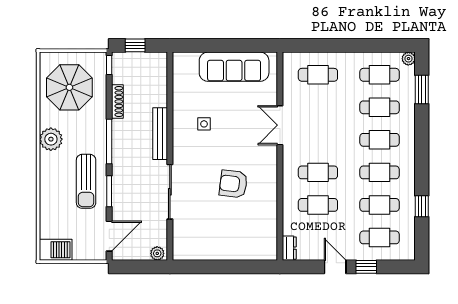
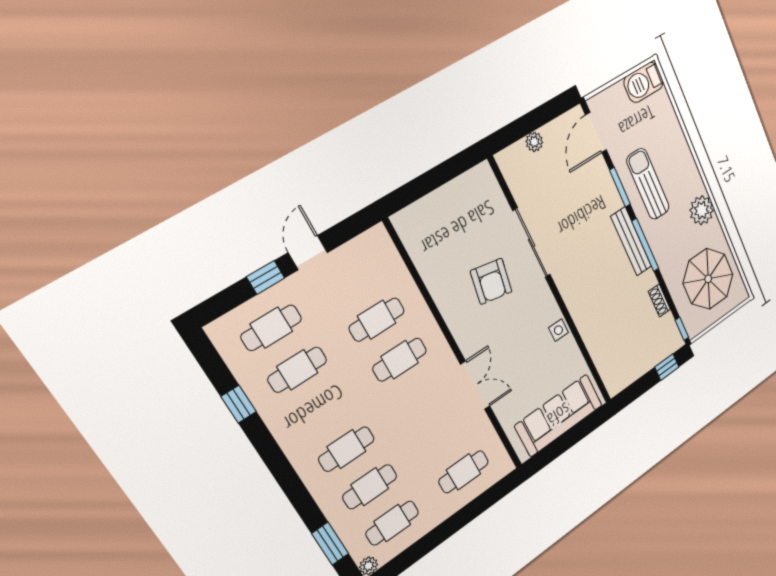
shoe rack: (117, 102) -> (659, 301), width x0.70
bench: (160, 134) -> (631, 242), moved
wall: (170, 156) -> (552, 285), moved
cafe table: (380, 172) -> (322, 410), removed
armchair: (233, 184) -> (491, 281), turned 93
sliding door: (170, 192) -> (532, 243), moved
dresser: (289, 248) -> (382, 242), removed
door: (335, 267) -> (308, 253), swing flipped

